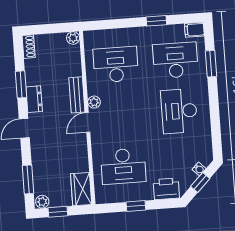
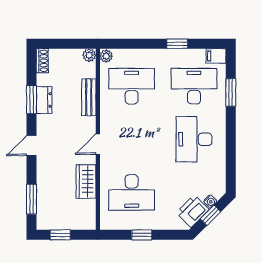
bench: (77, 95) -> (89, 97), moved
dresser: (34, 99) -> (44, 100), moved
plant: (94, 102) -> (106, 56), moved
wardrobe: (81, 189) -> (86, 181), moved
printer: (166, 189) -> (193, 211), moved, turned -45
plant: (42, 202) -> (45, 223), removed

